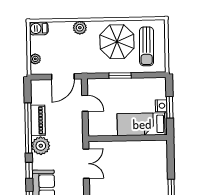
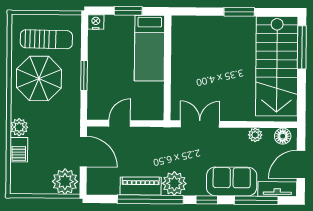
barbecue: (39, 28) -> (19, 150), moved
plant: (35, 59) -> (65, 182), width x1.87, depth x1.87
nightstand: (161, 106) -> (96, 22), moved

